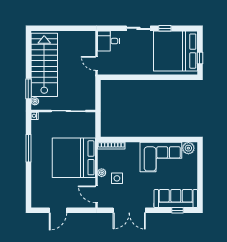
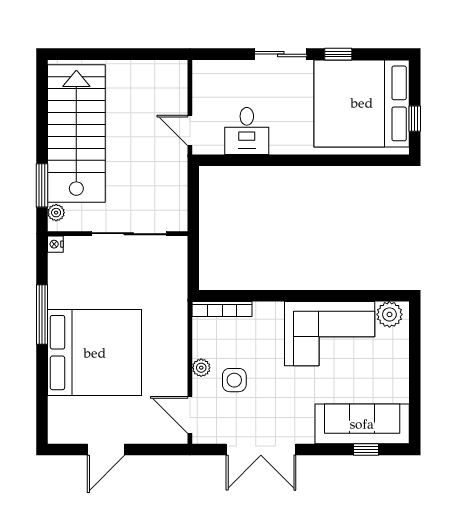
desk: (108, 41) -> (247, 131), moved, turned -90
bed: (74, 158) -> (95, 353), moved, turned 180

